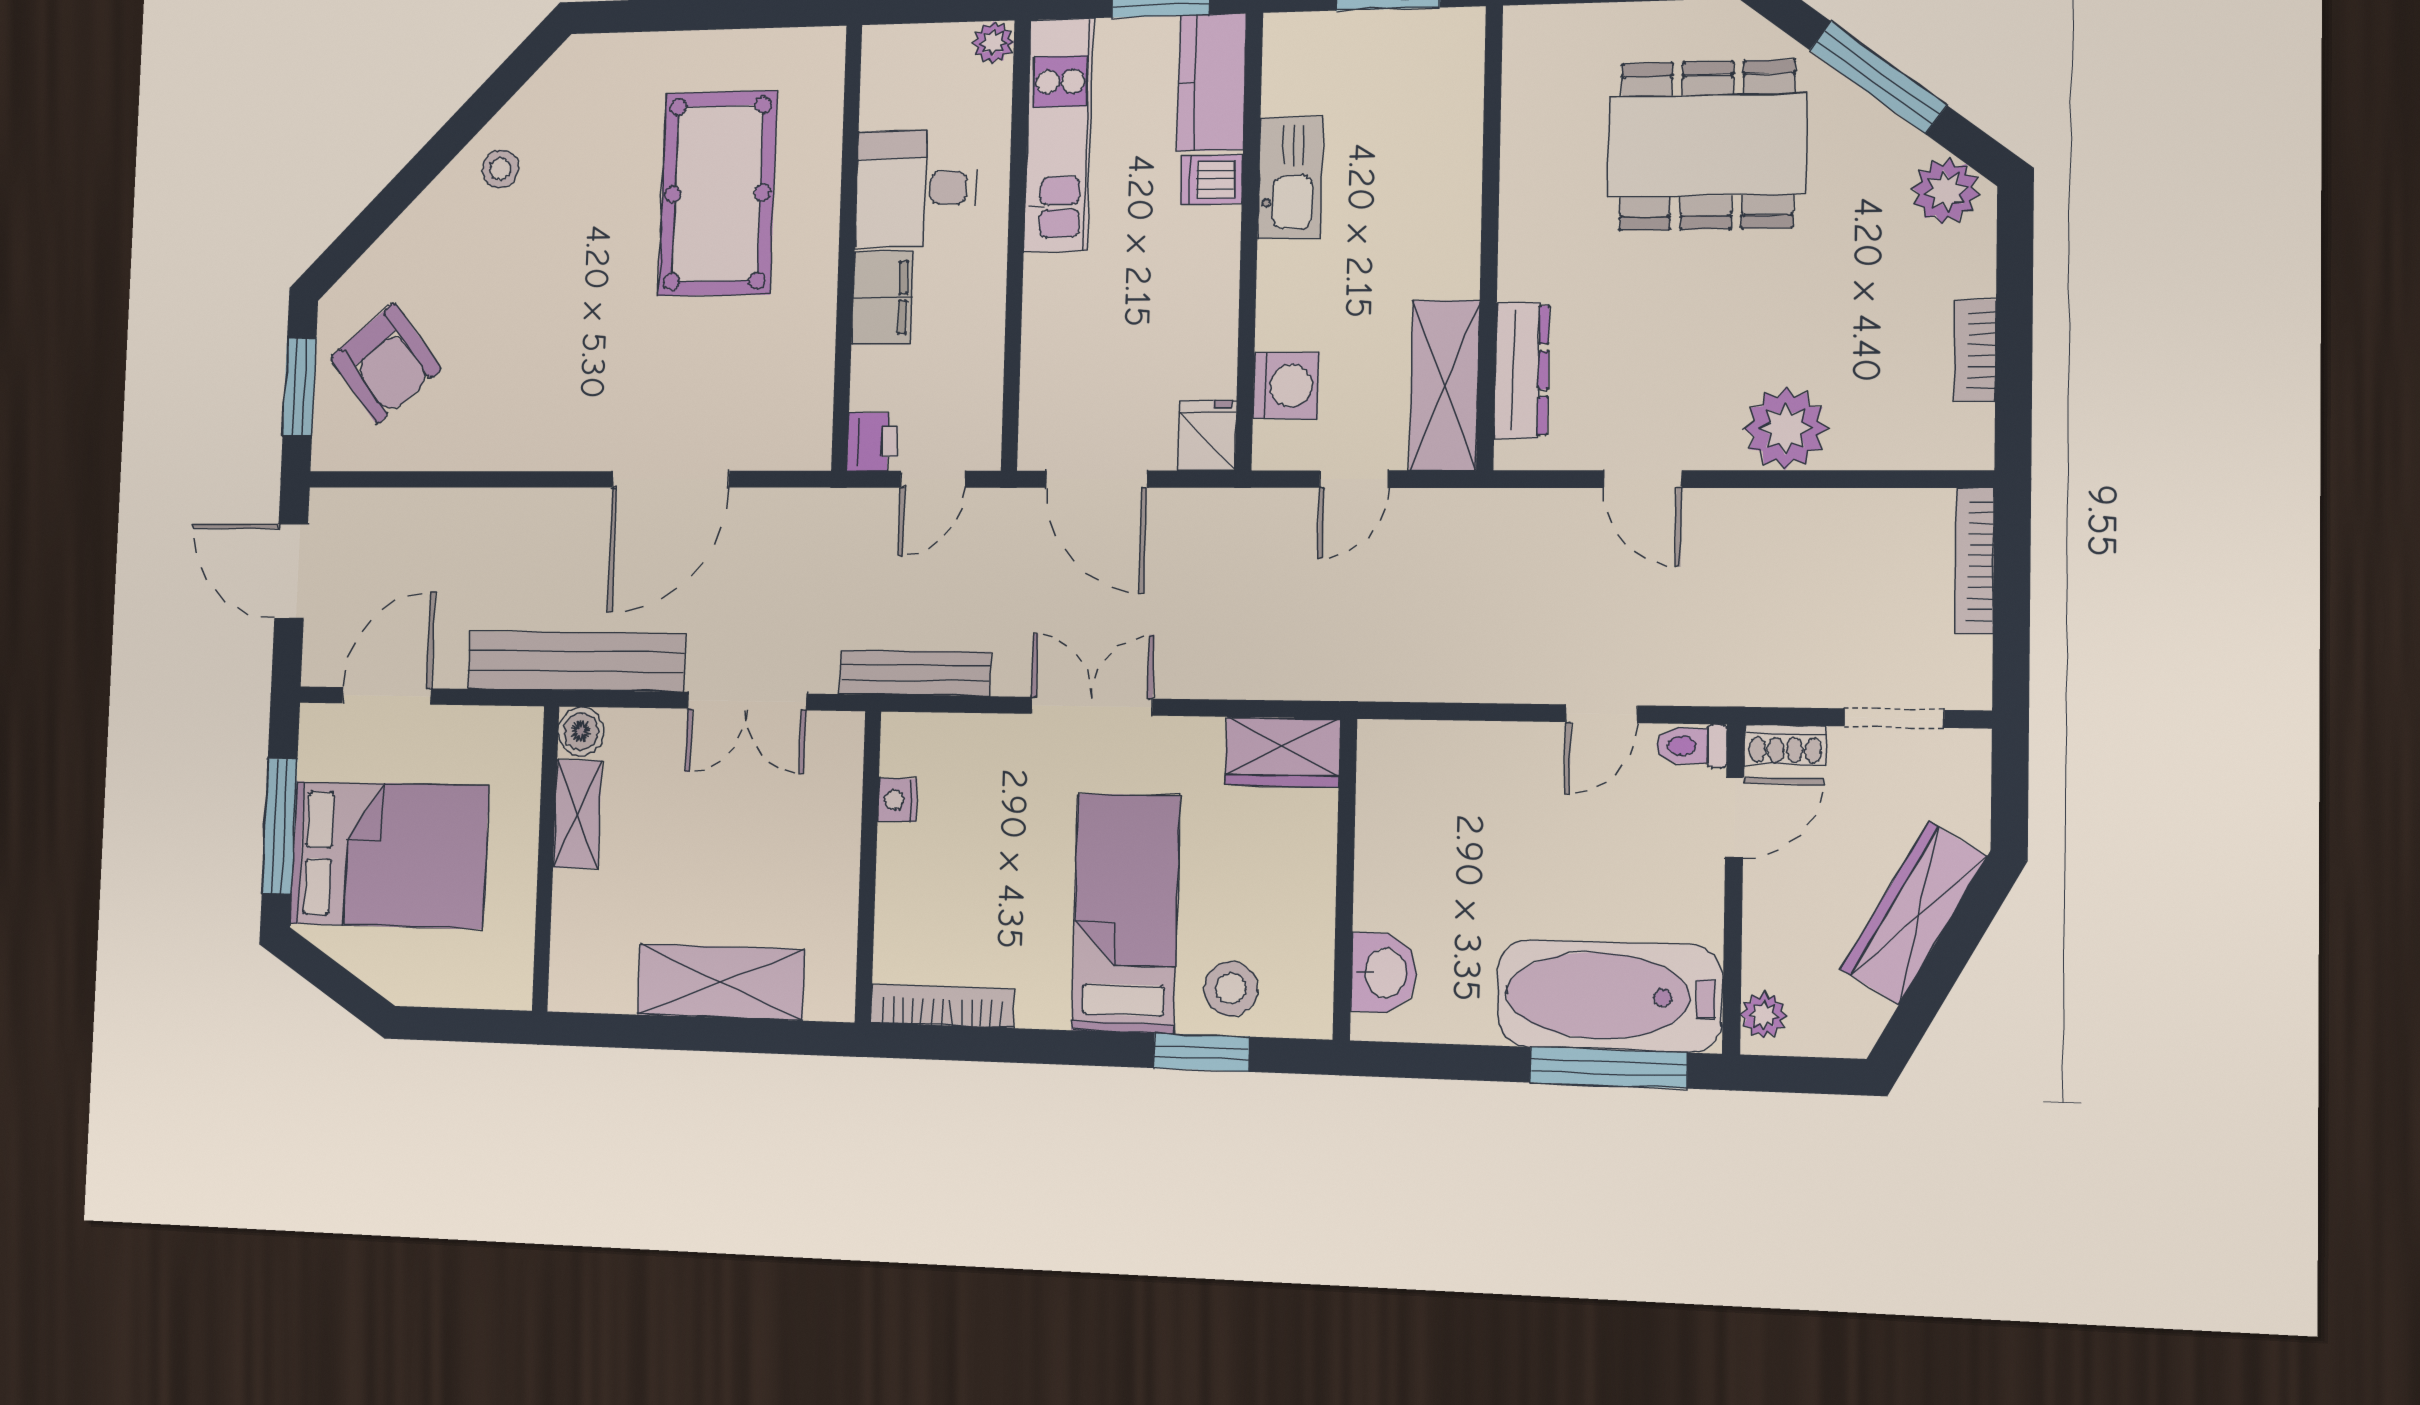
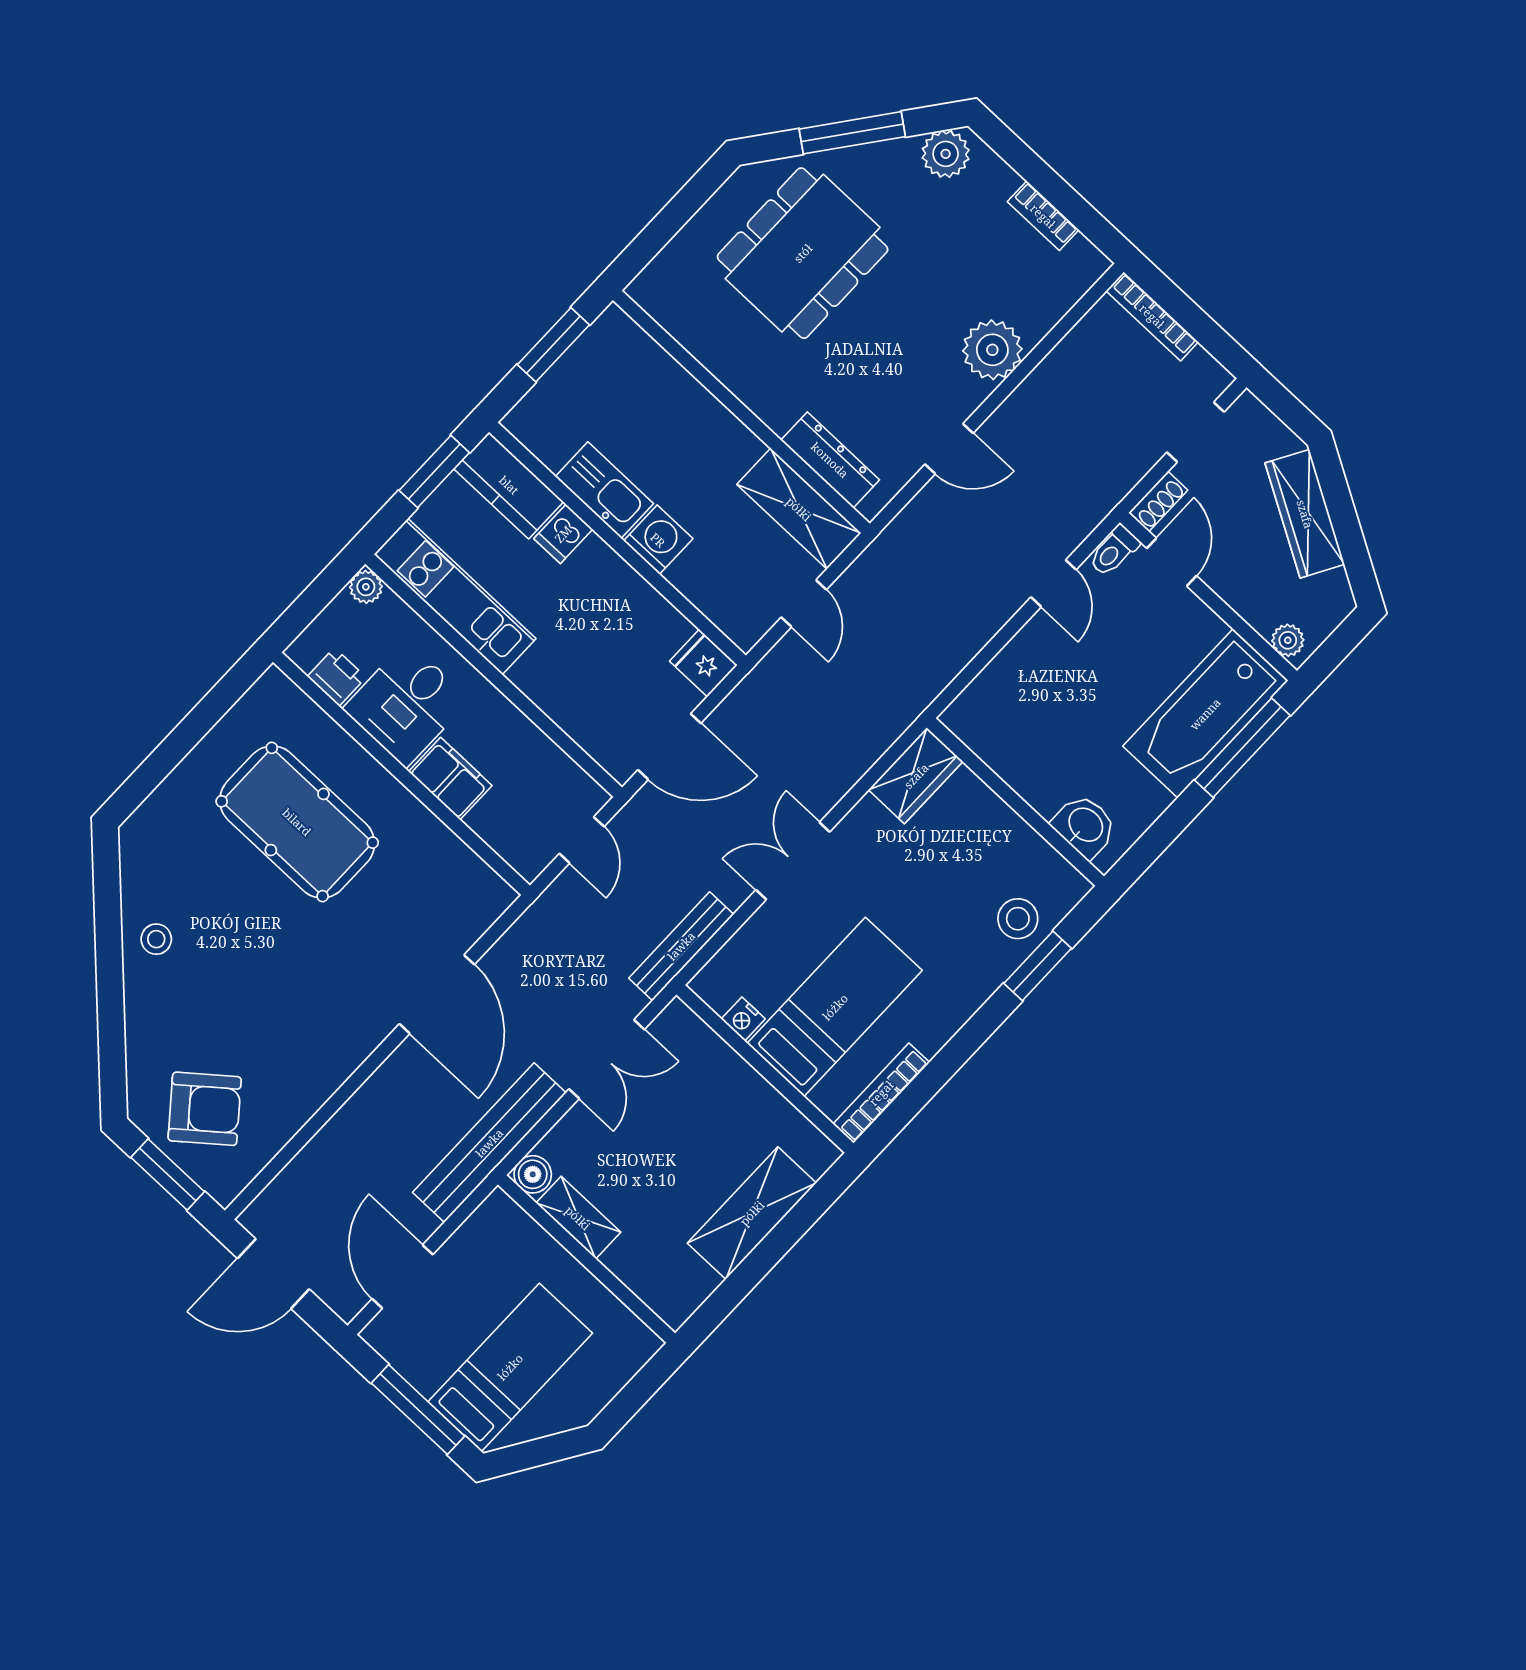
washing machine: (1286, 386) -> (658, 540), moved
printer: (873, 442) -> (337, 677), moved
bed: (389, 855) -> (510, 1367), width x0.67
bed: (1126, 913) -> (835, 1007), moved, turned 90

